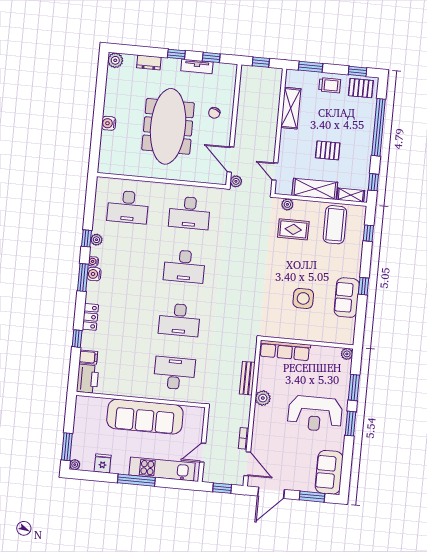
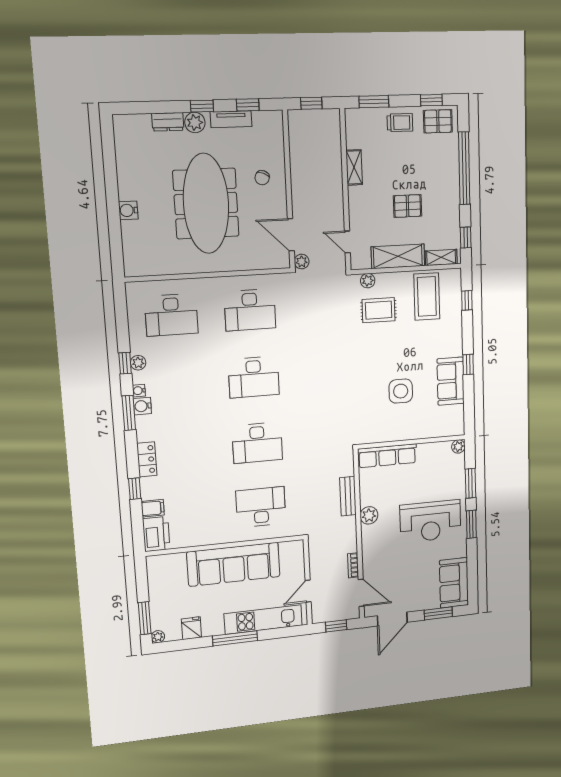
plant: (115, 60) -> (195, 122), moved
shelving: (291, 108) -> (354, 167), width x0.67, depth x0.75

